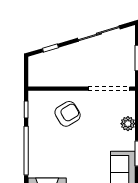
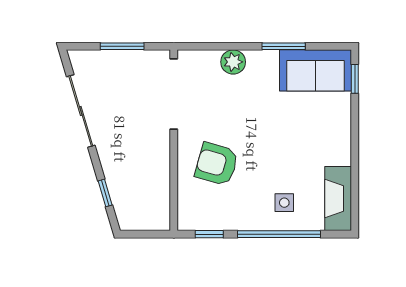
armchair: (68, 114) -> (217, 164), turned -43
side table: (45, 154) -> (284, 203), added

